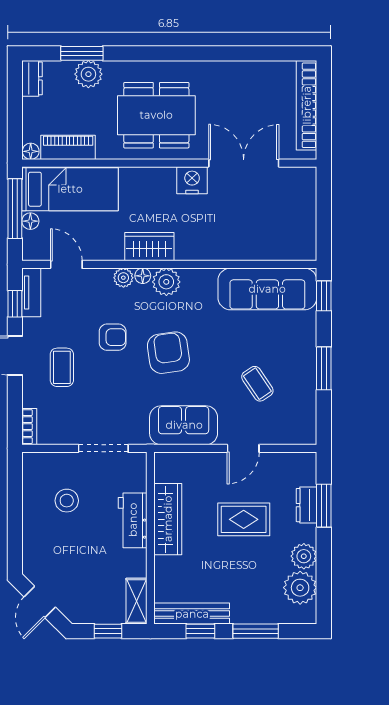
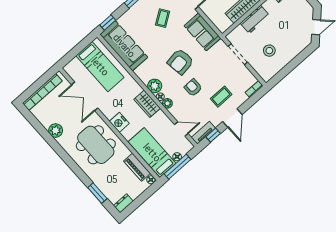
plant: (88, 74) -> (56, 130), moved
nightstand: (192, 180) -> (119, 122), moved
bed: (268, 225) -> (100, 67), added
door: (66, 264) -> (181, 129), swing flipped

